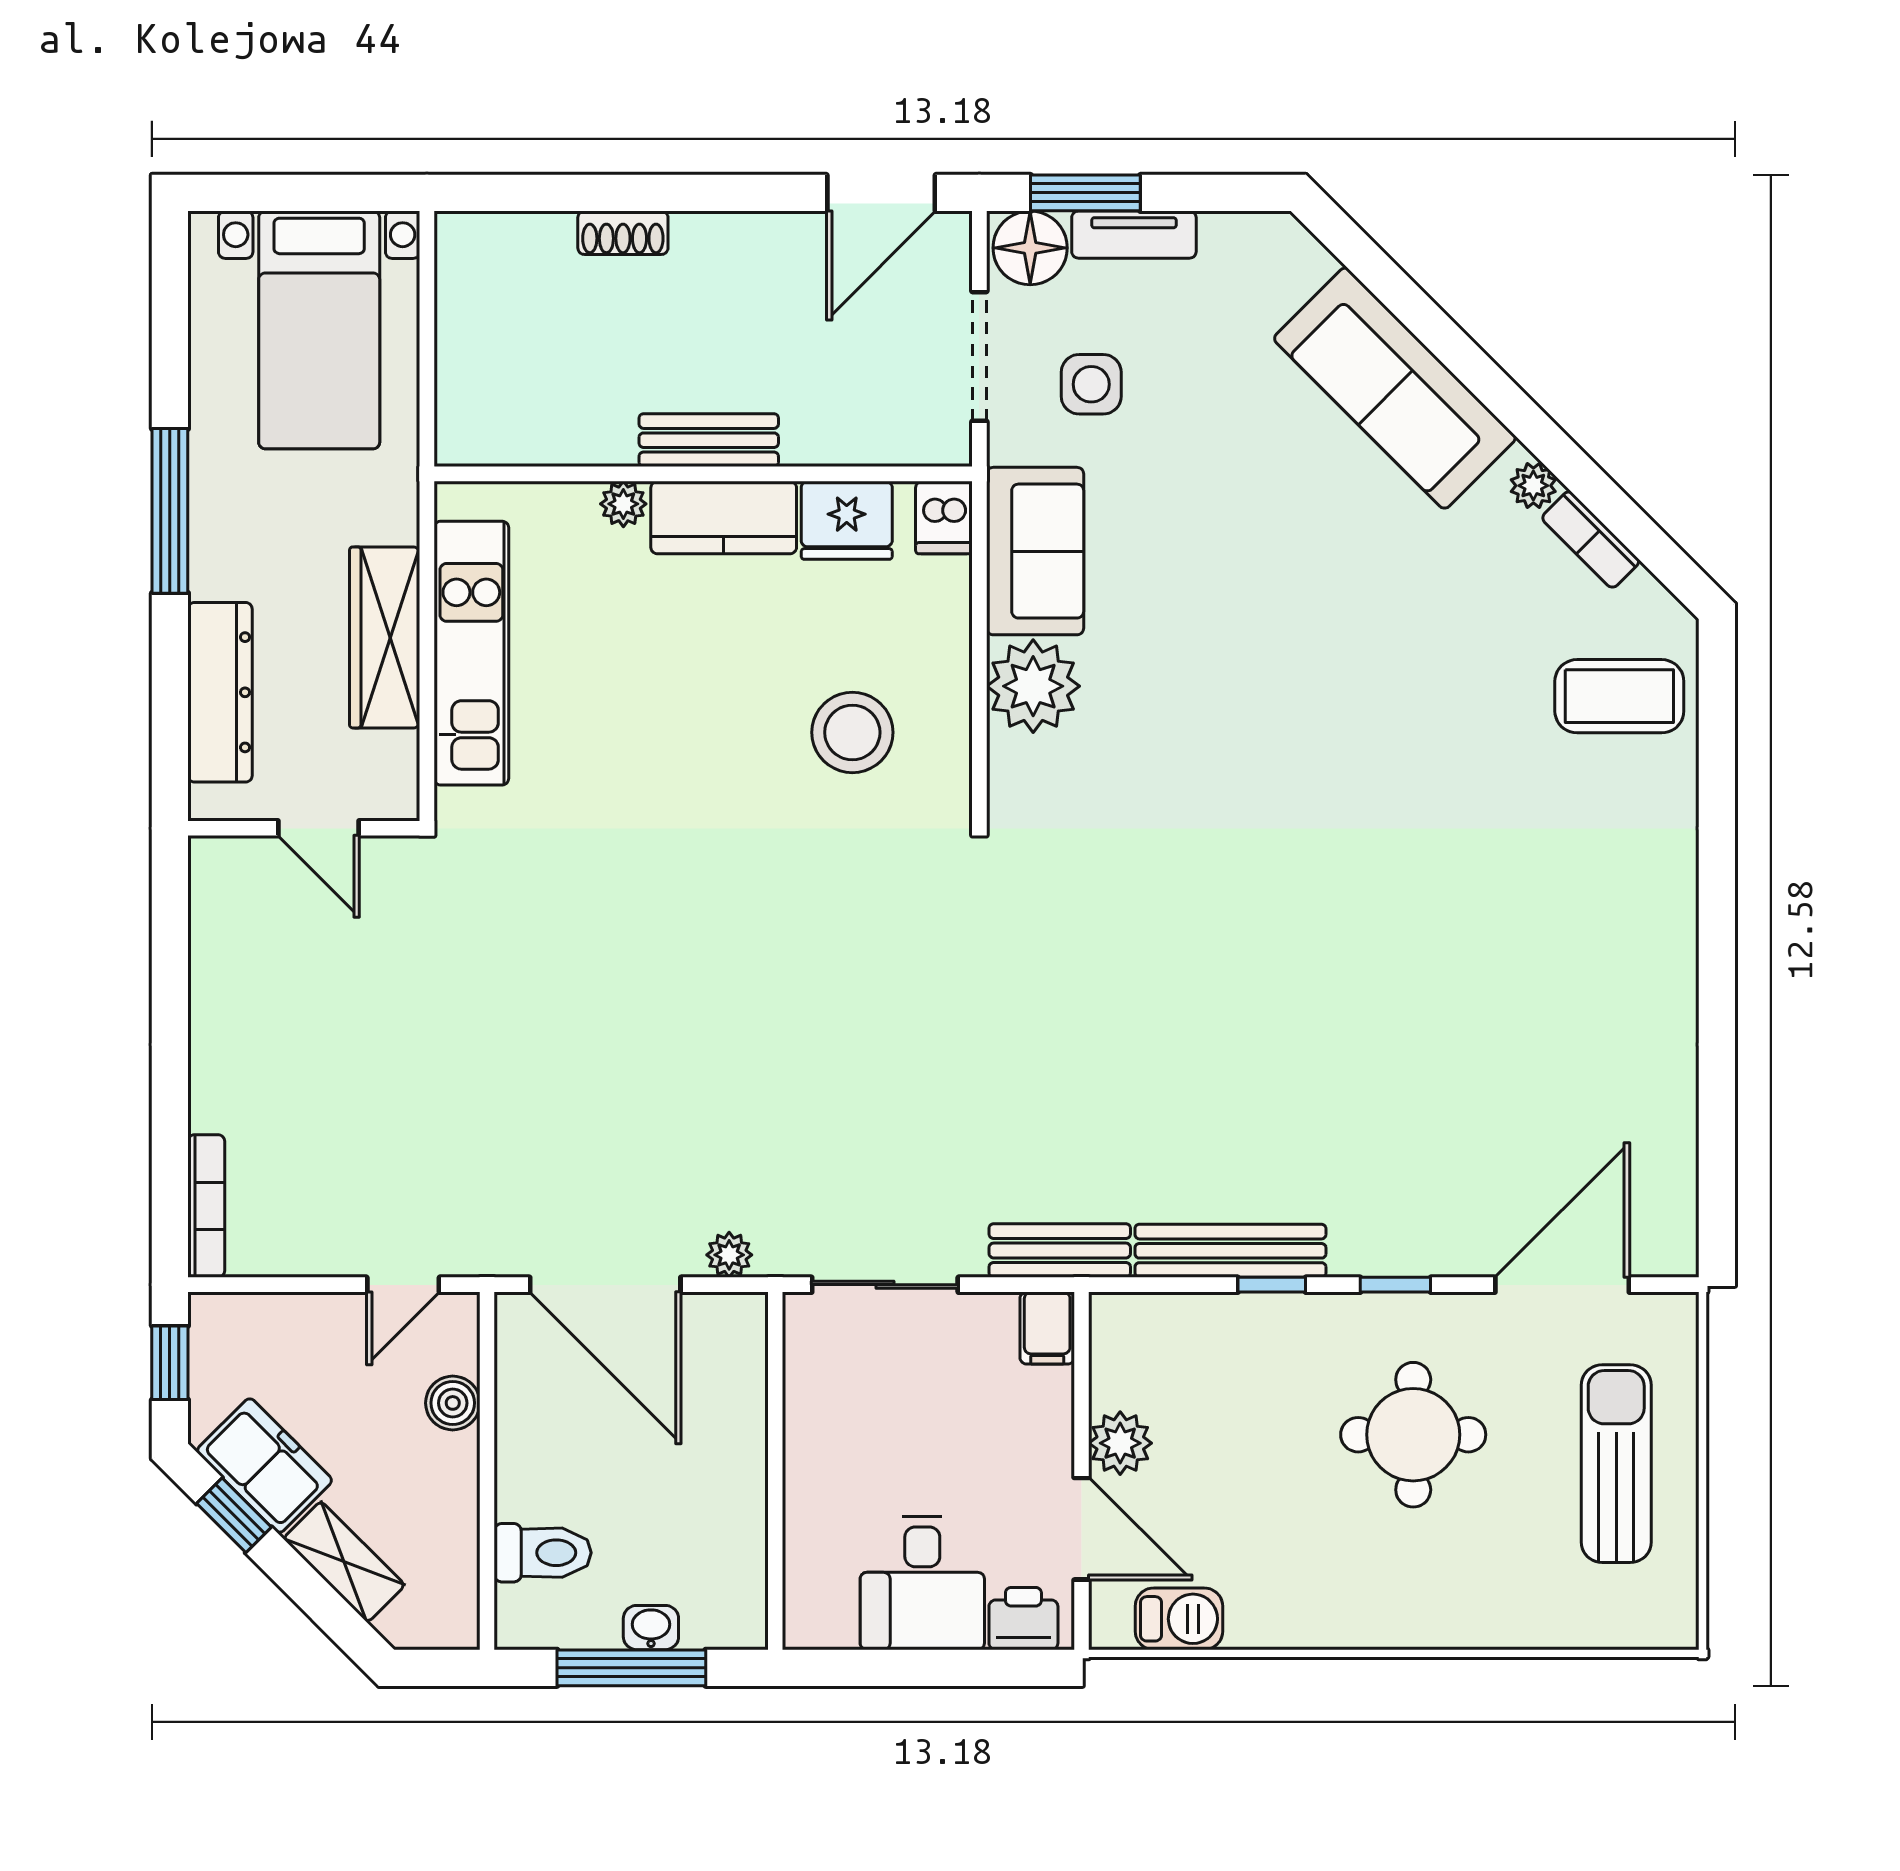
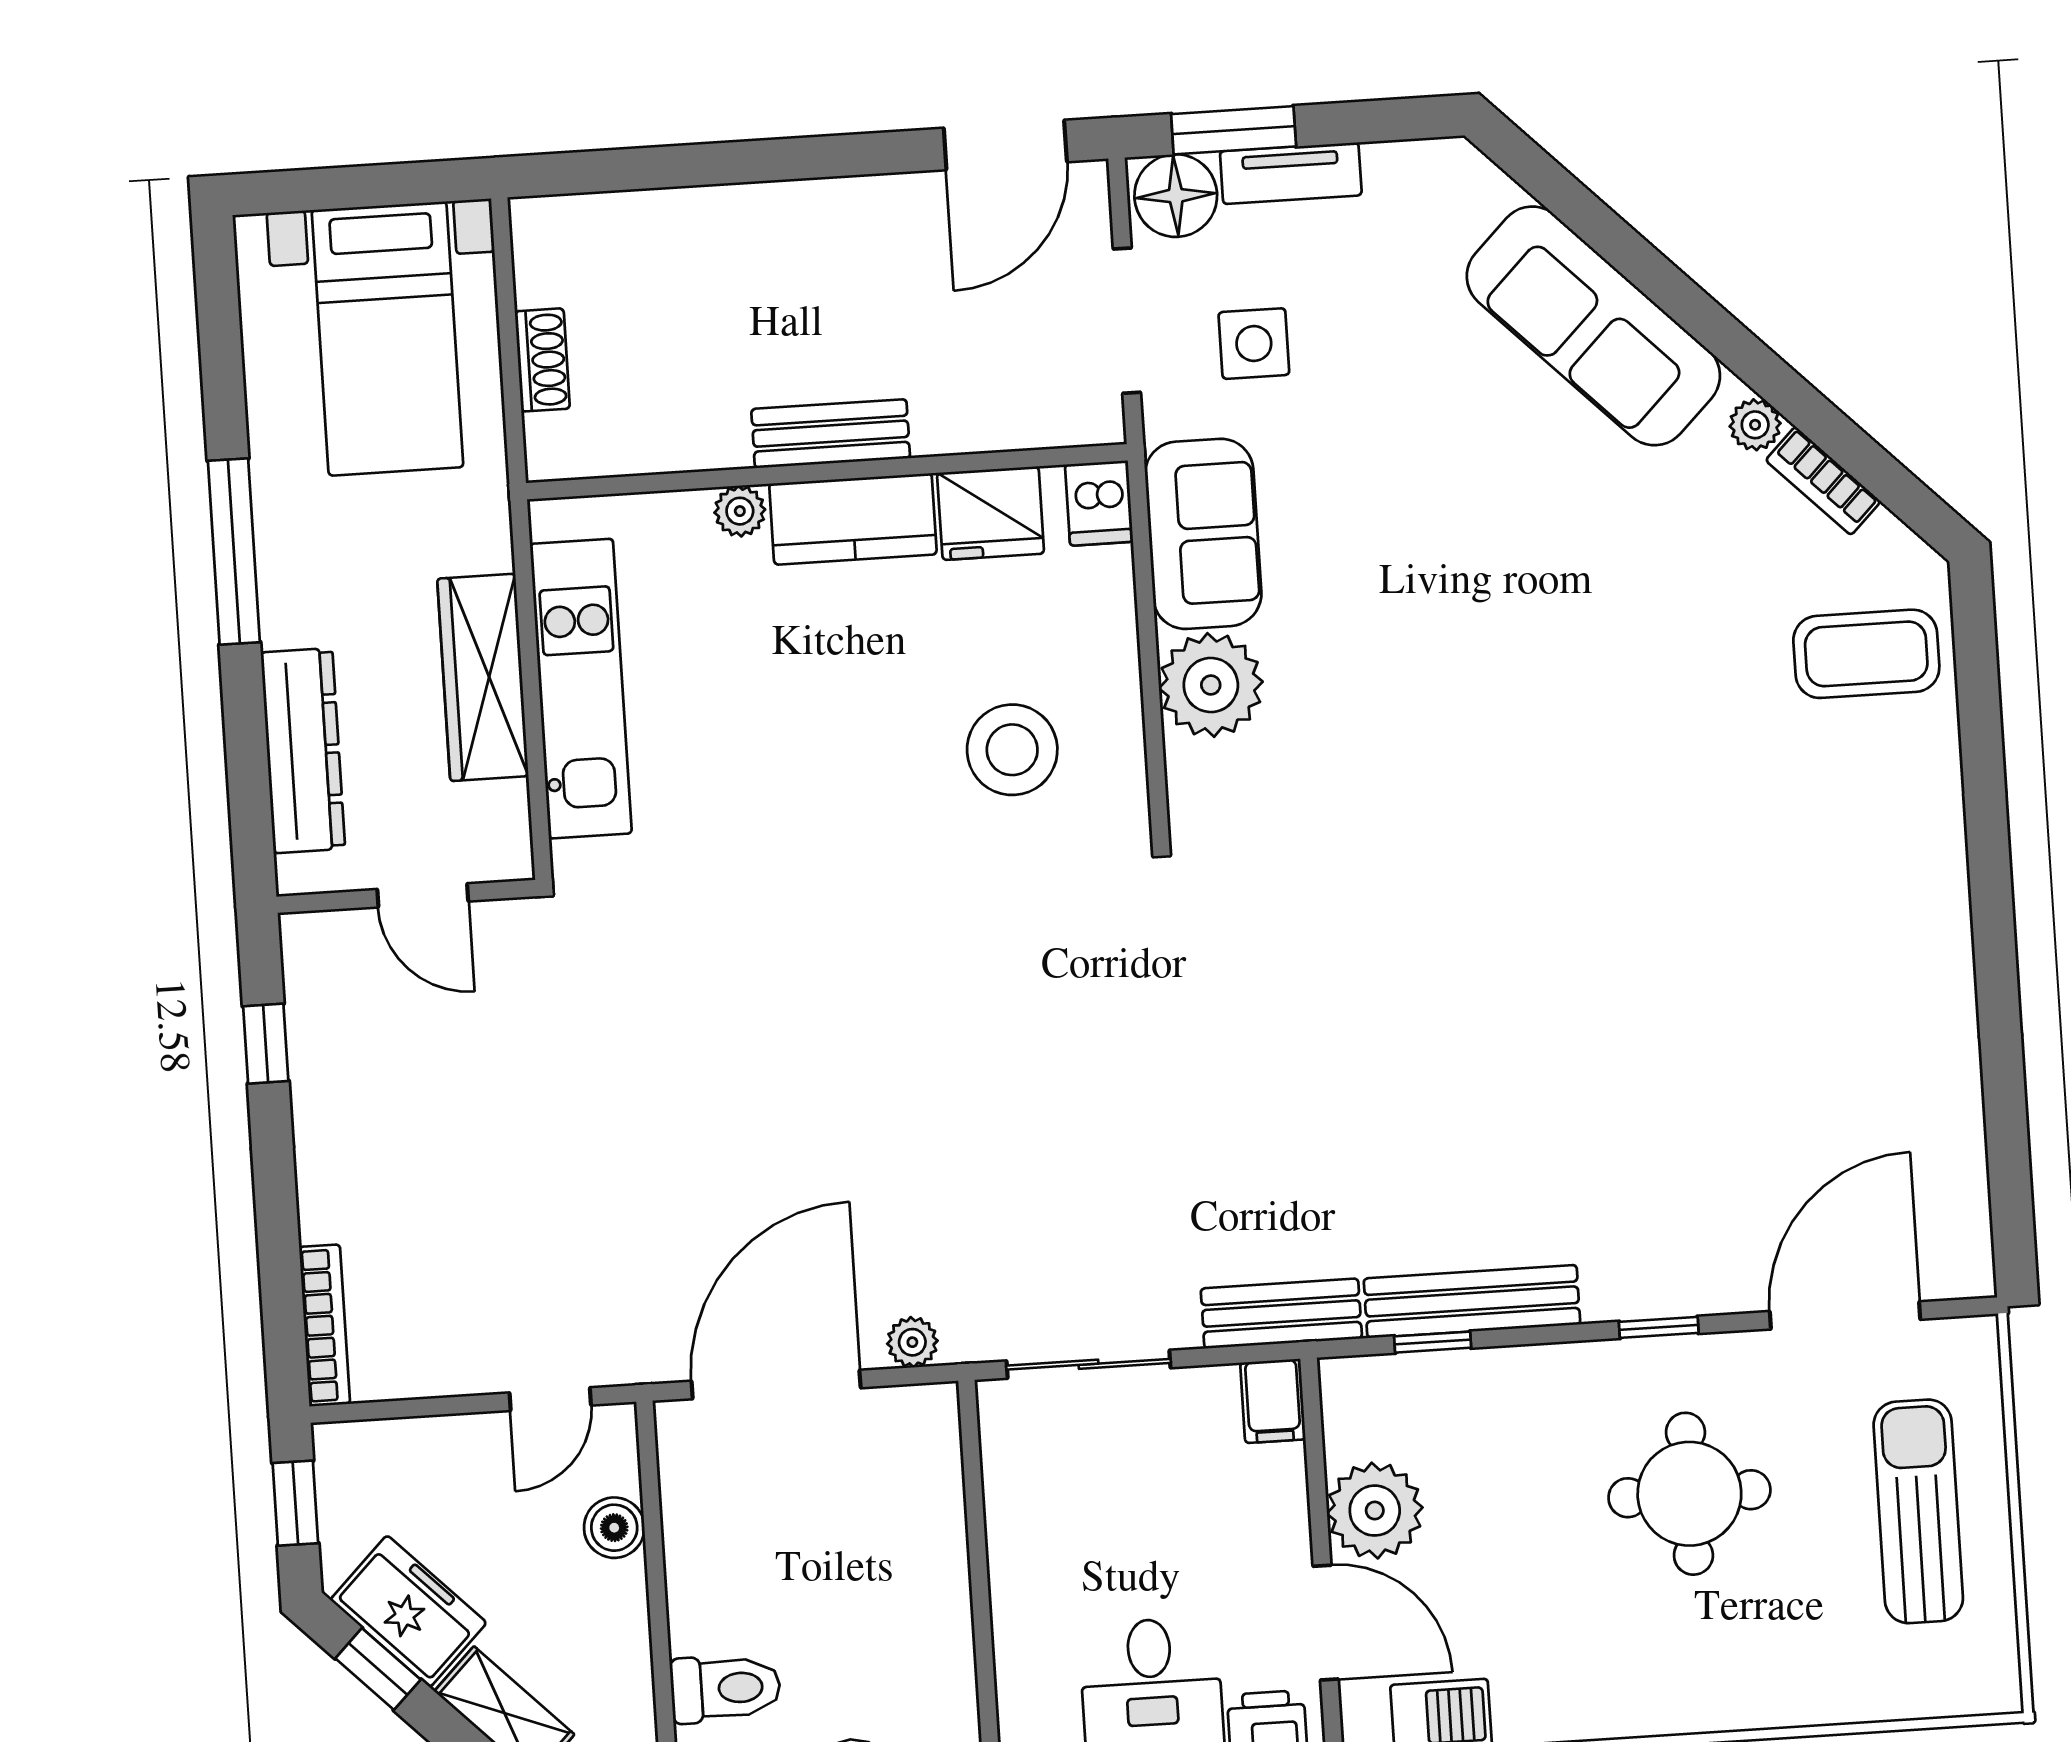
shoe rack: (623, 233) -> (542, 360), moved, turned -90
window: (170, 951) -> (266, 1044), added
door: (605, 1285) -> (776, 1384), swing flipped
window: (1272, 1285) -> (1433, 1342), moved
plant: (1120, 1443) -> (1375, 1511), width x1.36, depth x1.36

